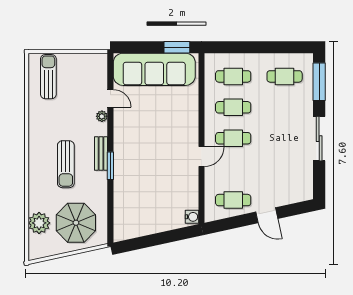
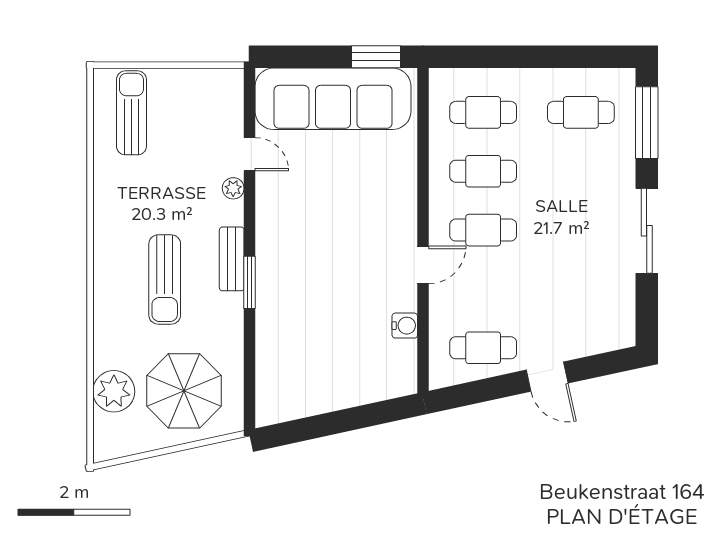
water cooler: (192, 217) -> (405, 326), moved

